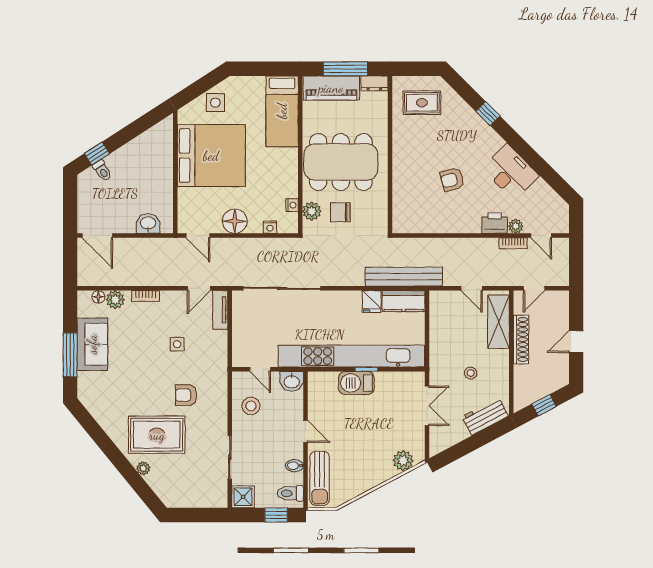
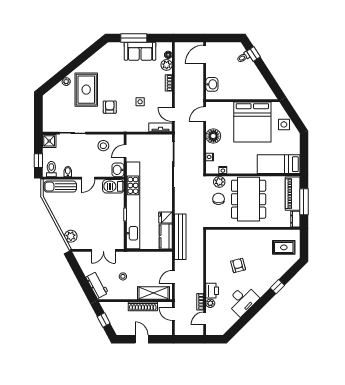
rug: (422, 103) -> (284, 247), turned 90
barbecue: (356, 383) -> (113, 186), moved, turned -90

